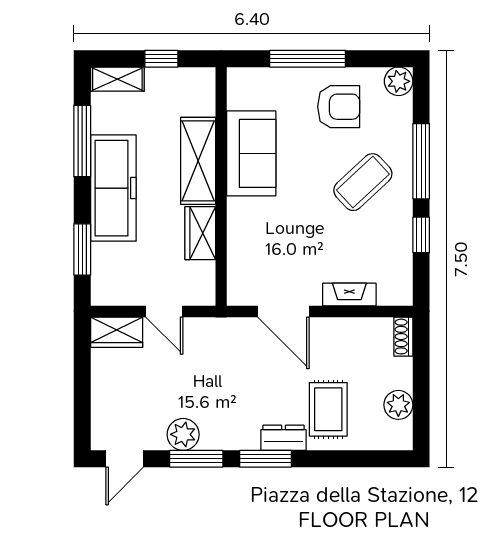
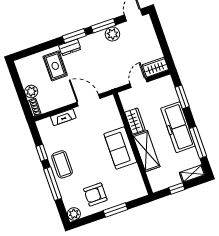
window: (308, 59) -> (115, 210), width x0.69
sofa: (251, 153) -> (120, 148), moved
coffee table: (363, 182) -> (62, 164), moved, turned -47
door: (164, 312) -> (138, 83), hinge flipped
plant: (398, 405) -> (31, 92), moved

